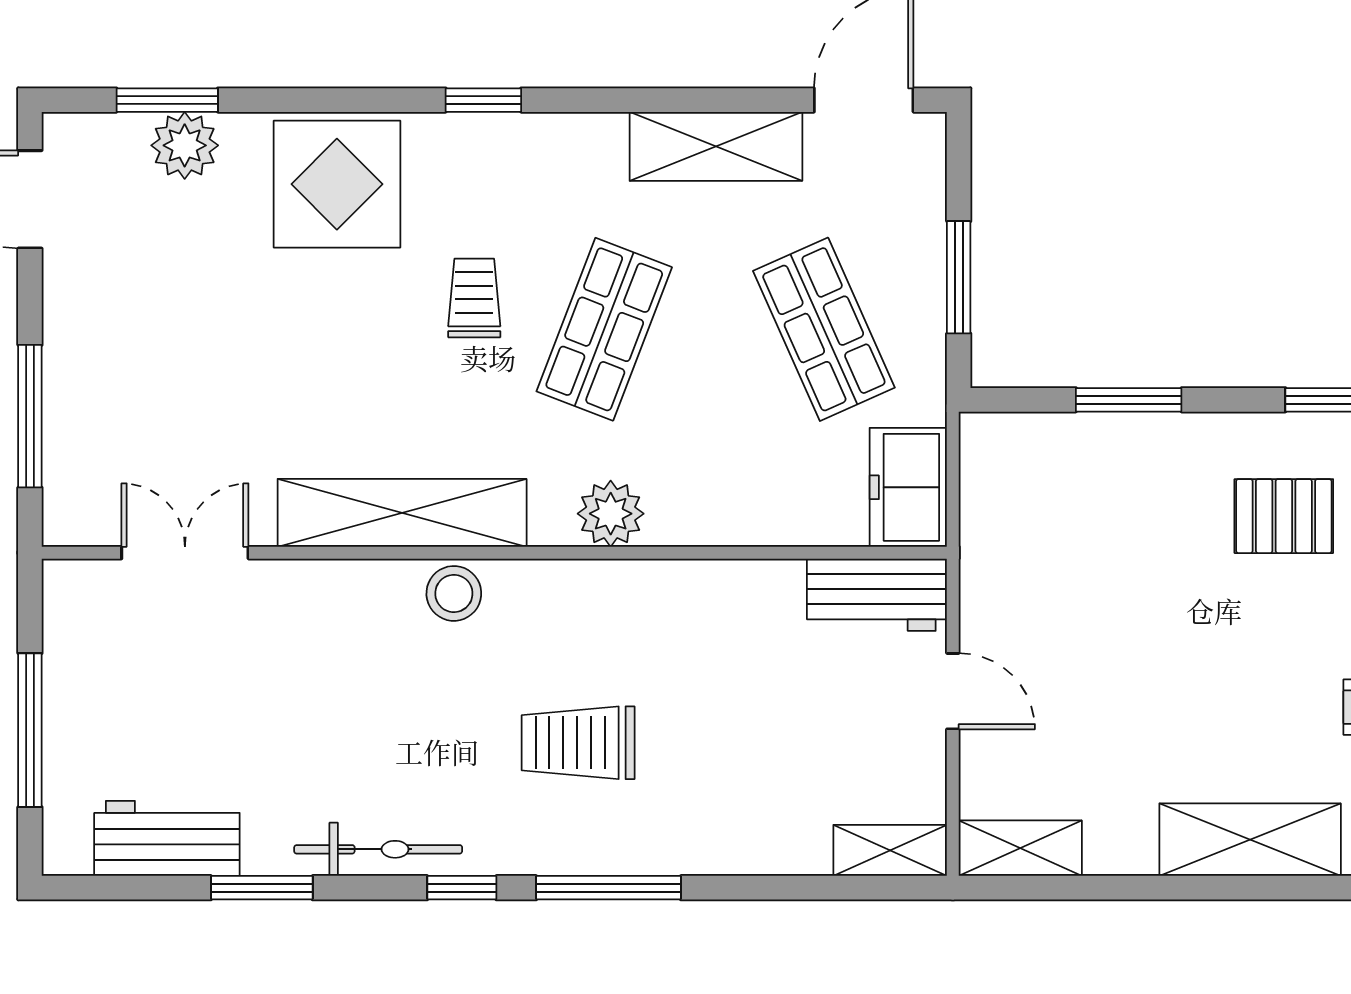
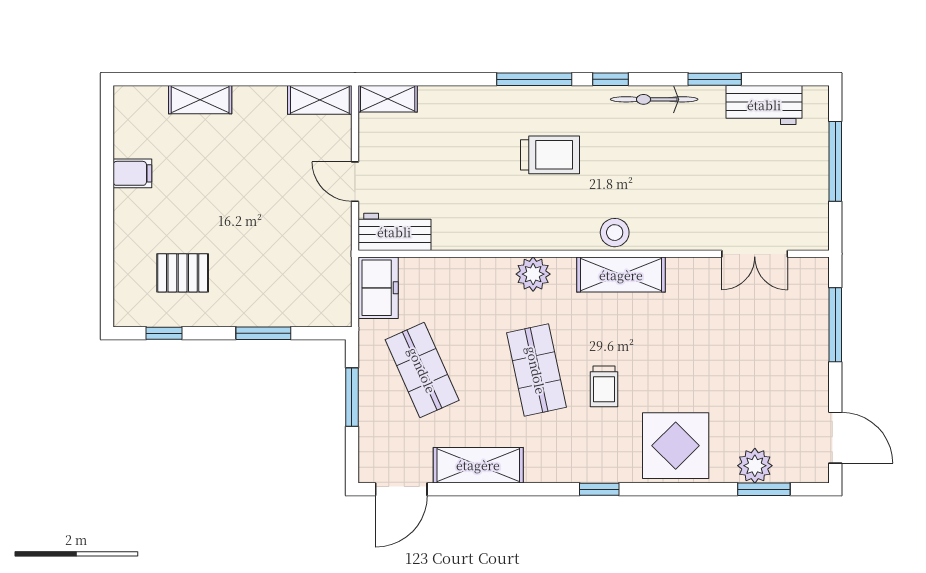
shop shelf: (604, 329) -> (536, 370), turned -33
shelving: (402, 513) -> (621, 275), width x0.68
shelving: (1250, 840) -> (200, 100), width x0.67, depth x0.75

